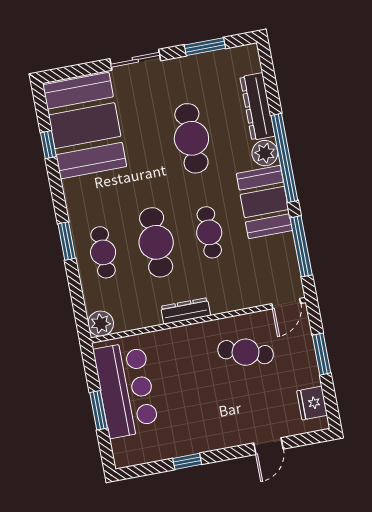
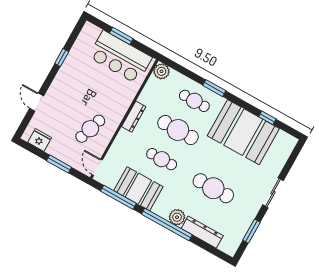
booth: (85, 126) -> (243, 132), moved
booth: (264, 202) -> (138, 189), moved

